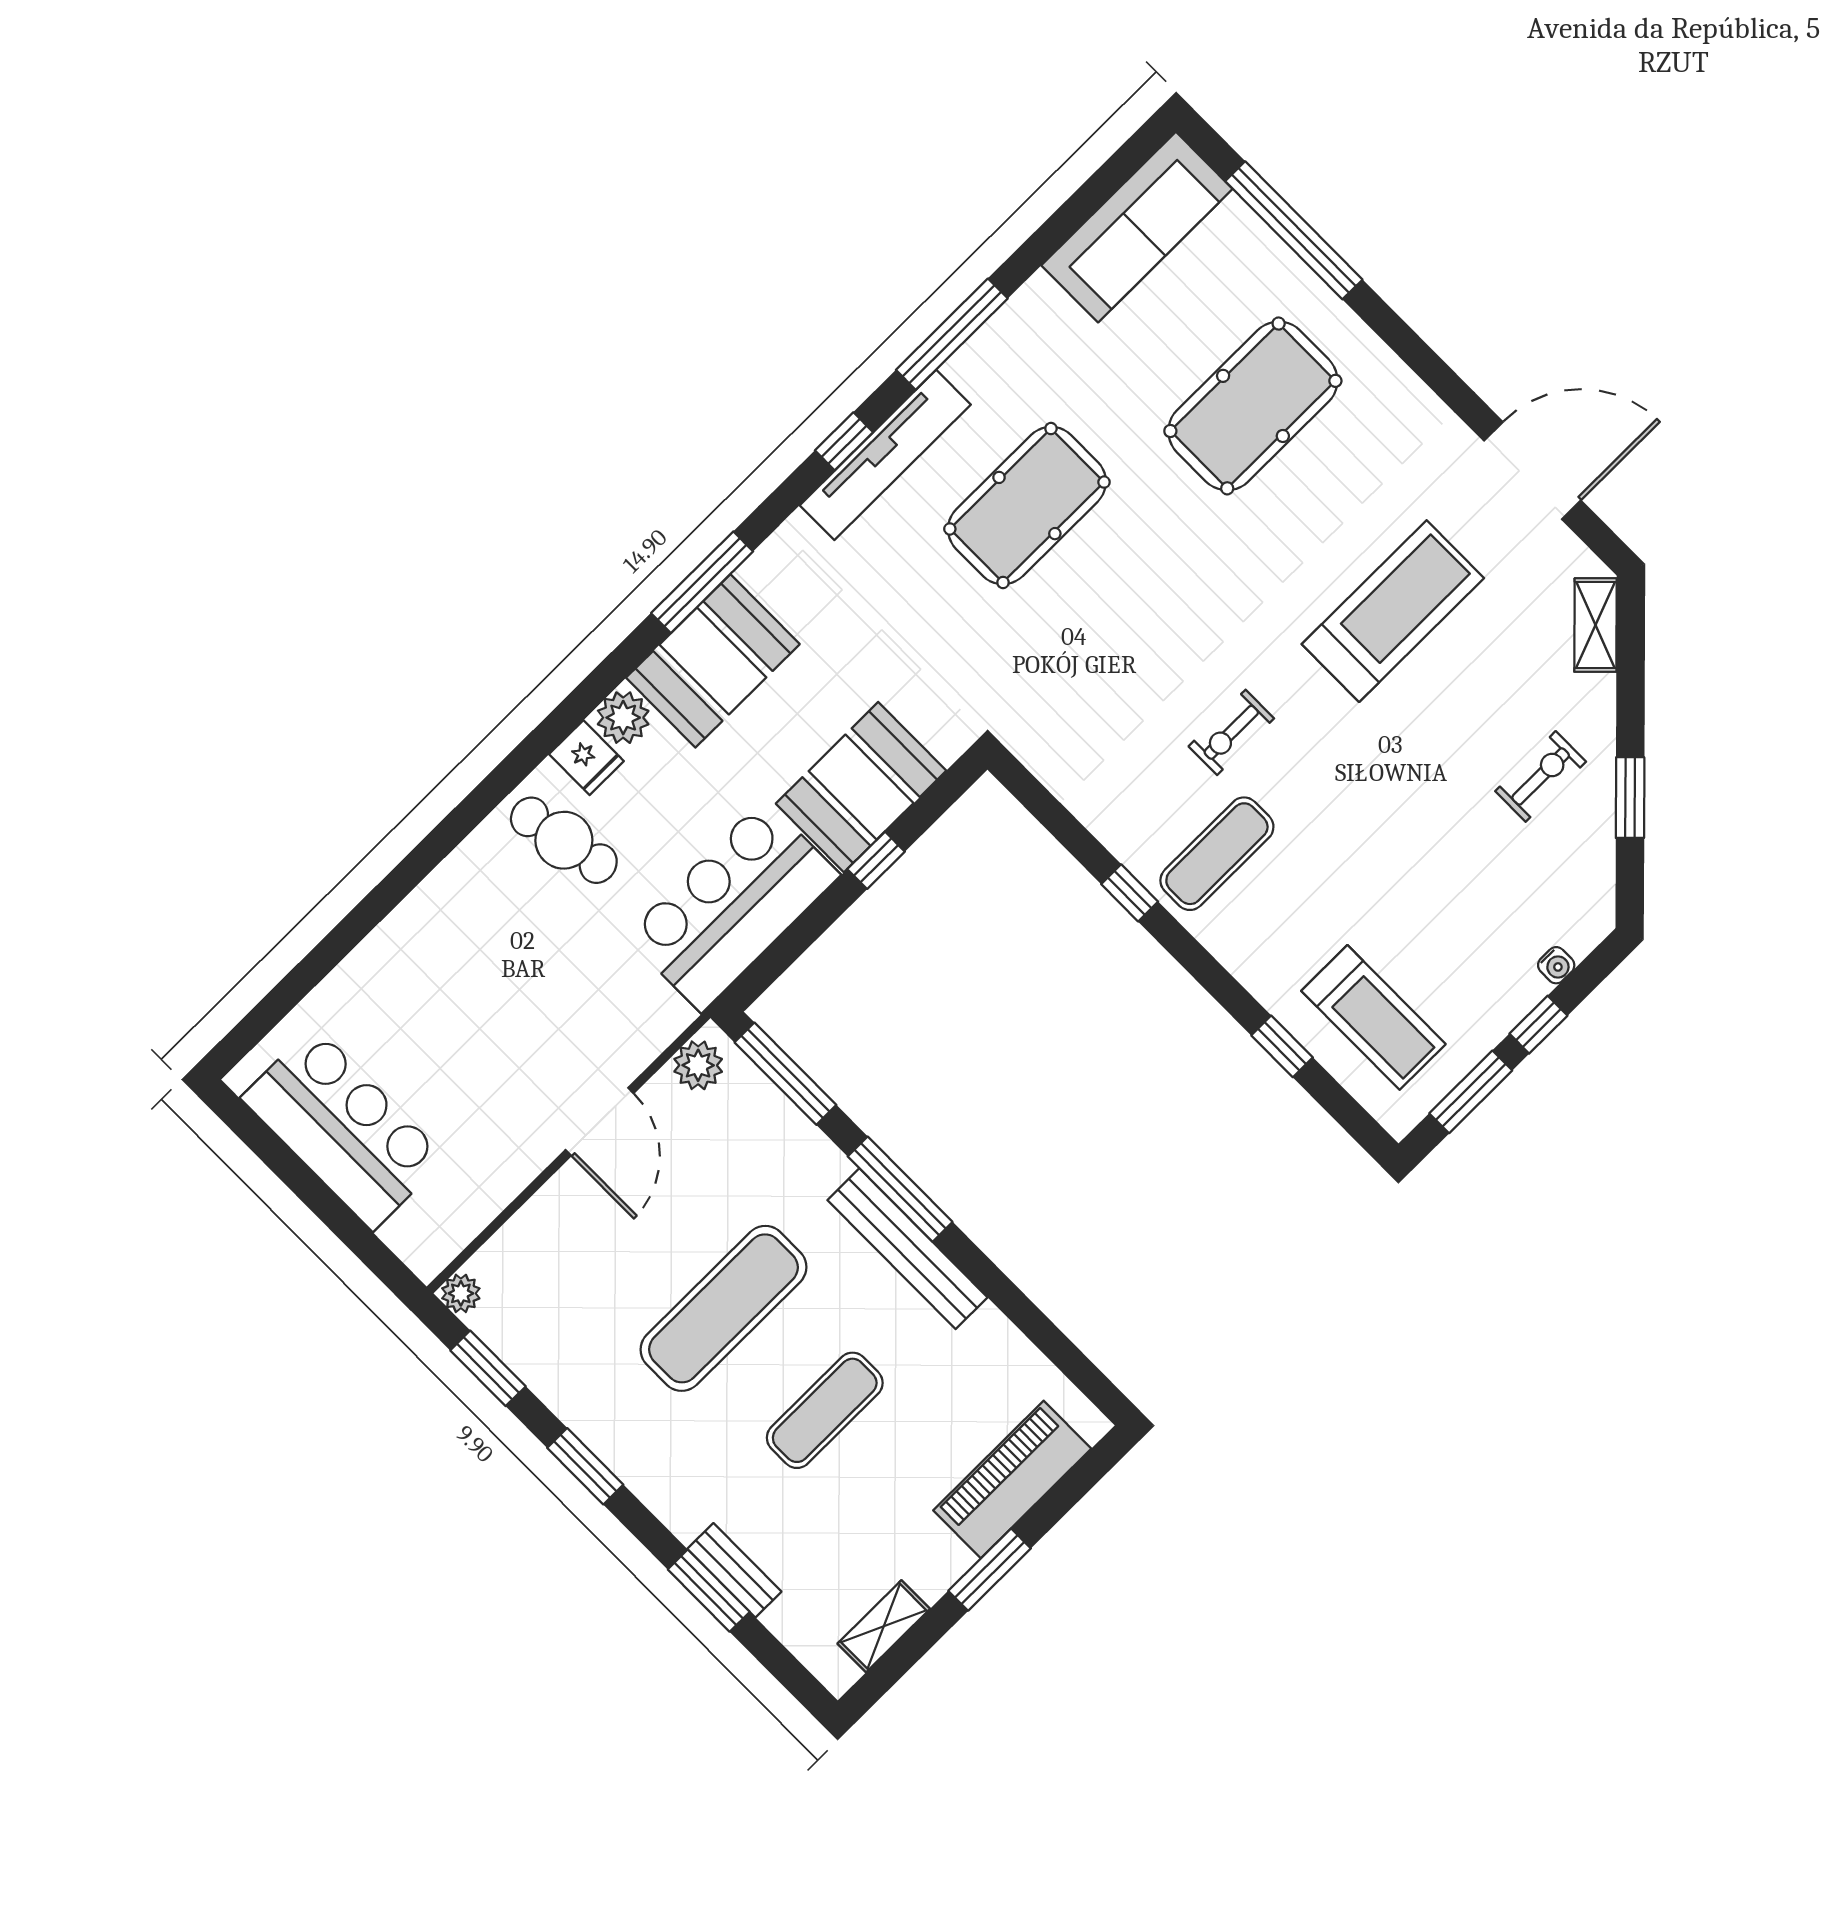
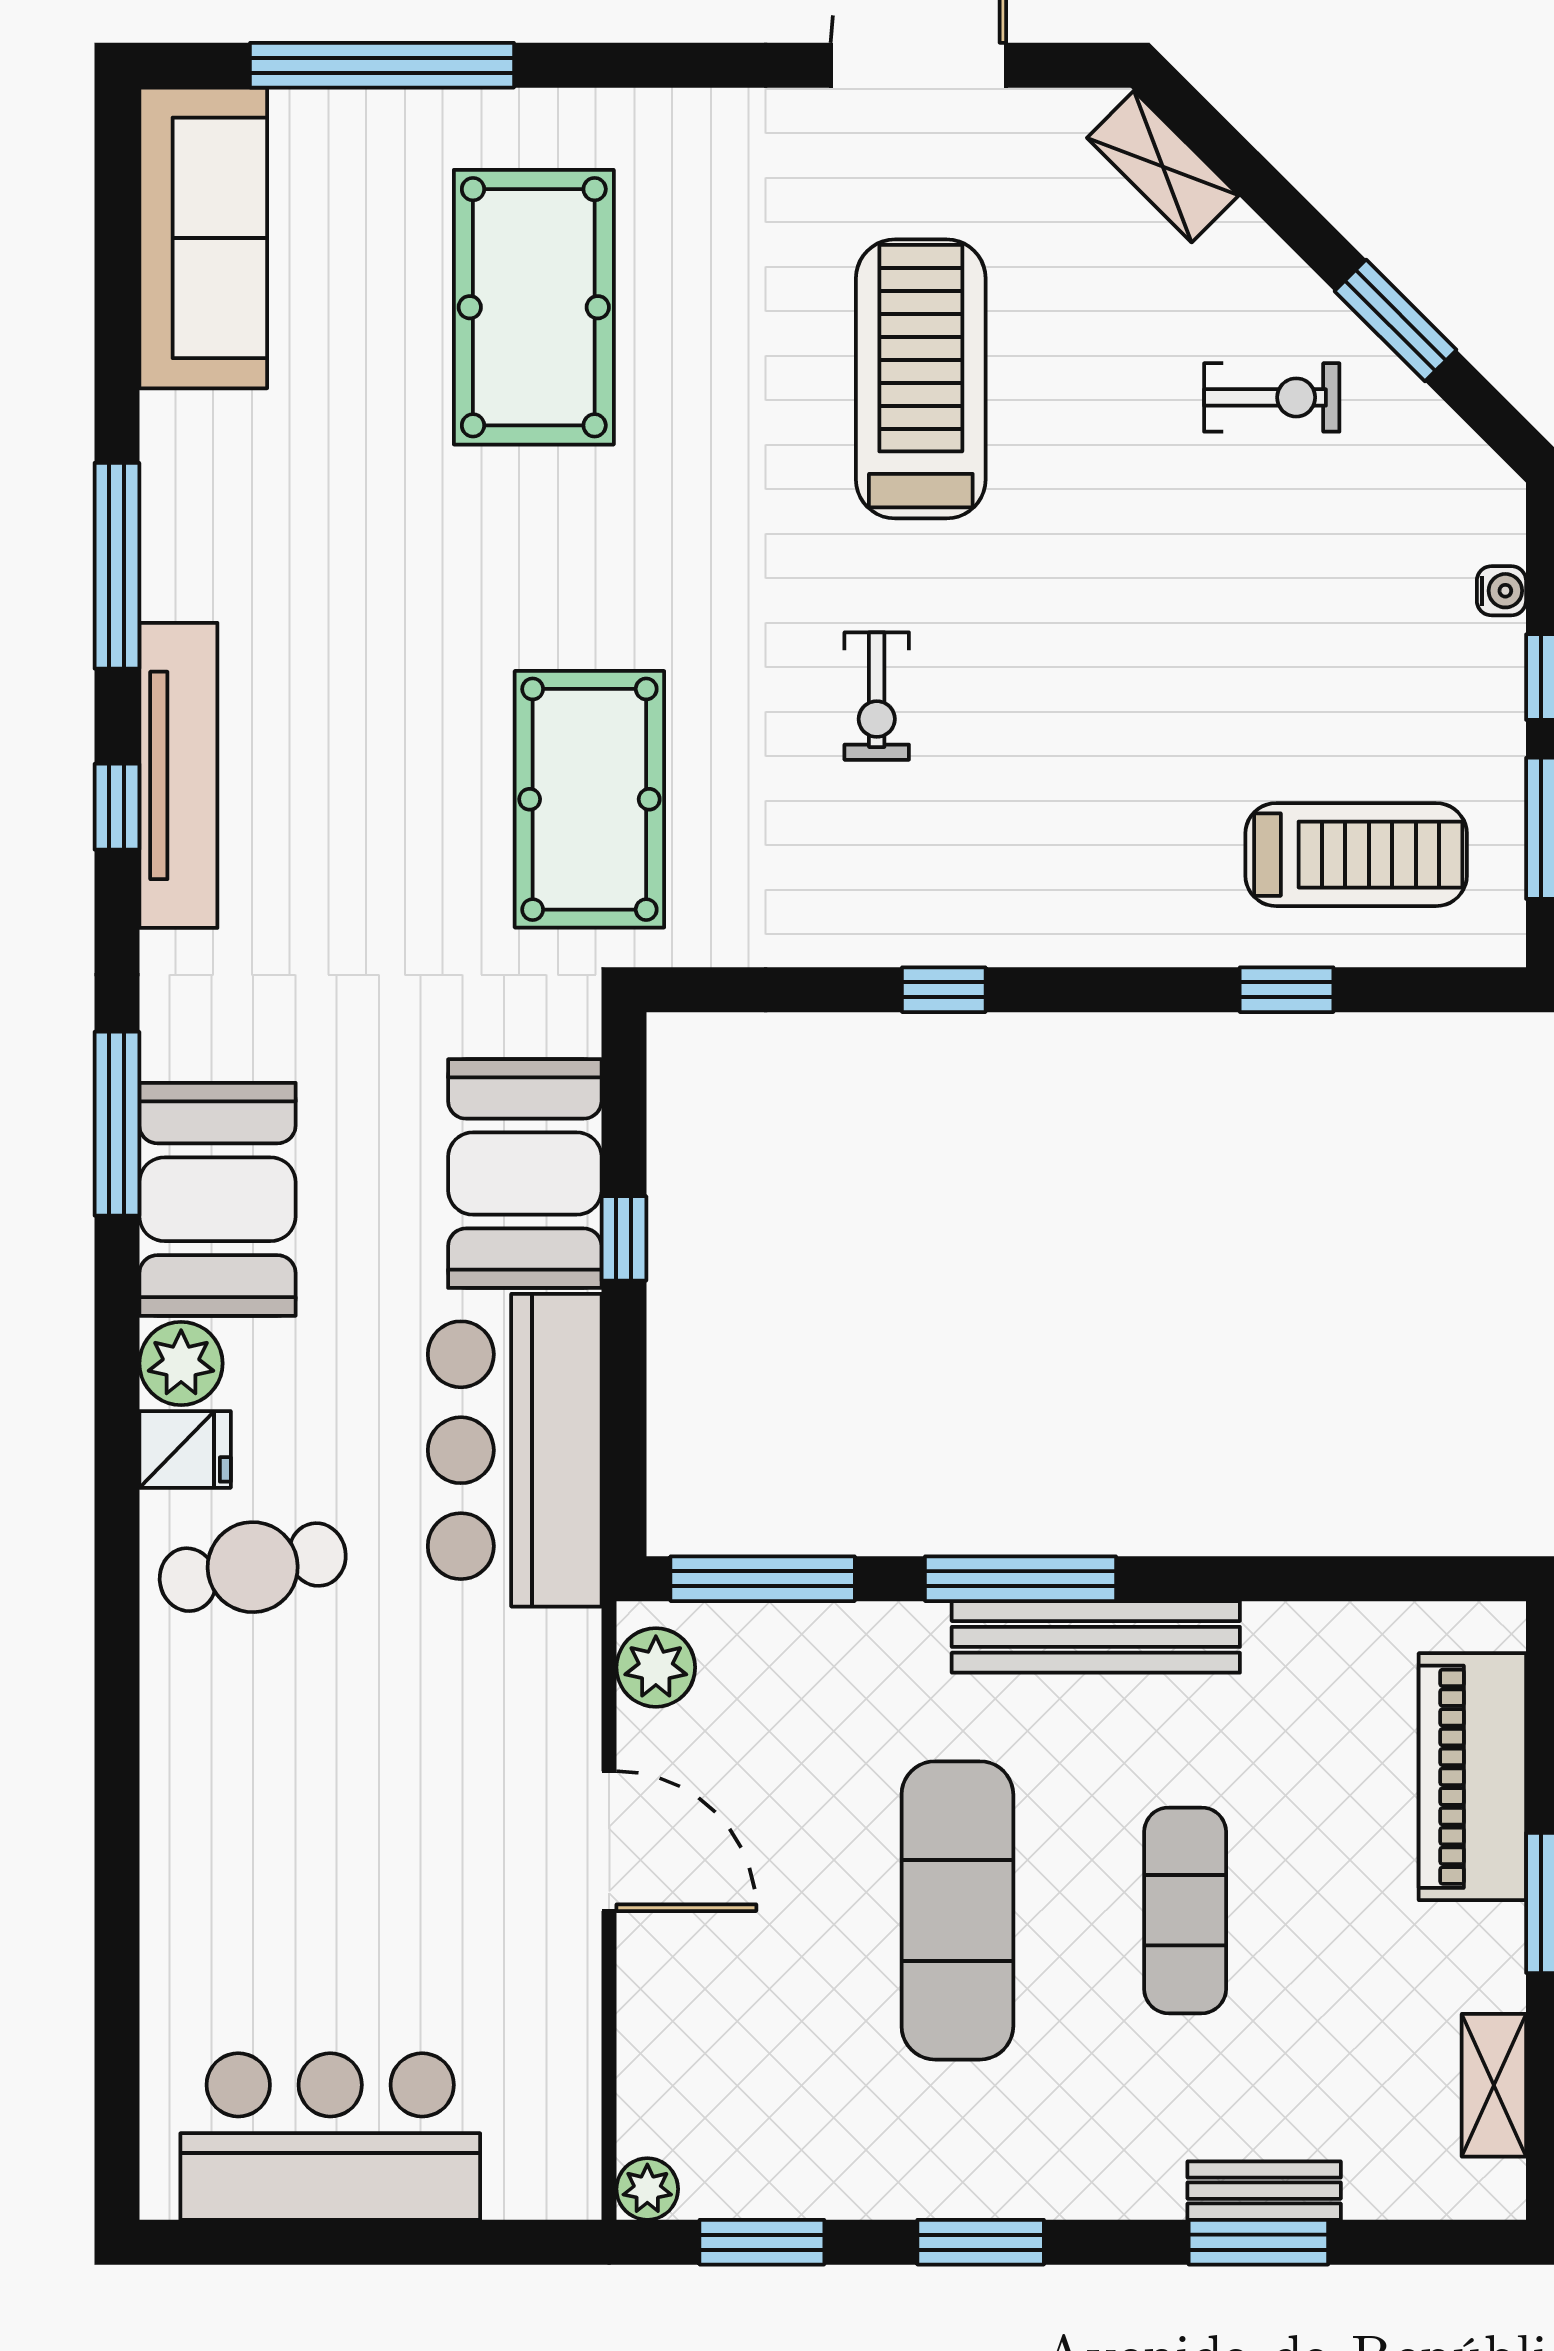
pool table: (1027, 506) -> (589, 799), moved
exercise bike: (1541, 776) -> (1272, 397), turned 90
exercise mat: (1217, 854) -> (997, 848), removed

